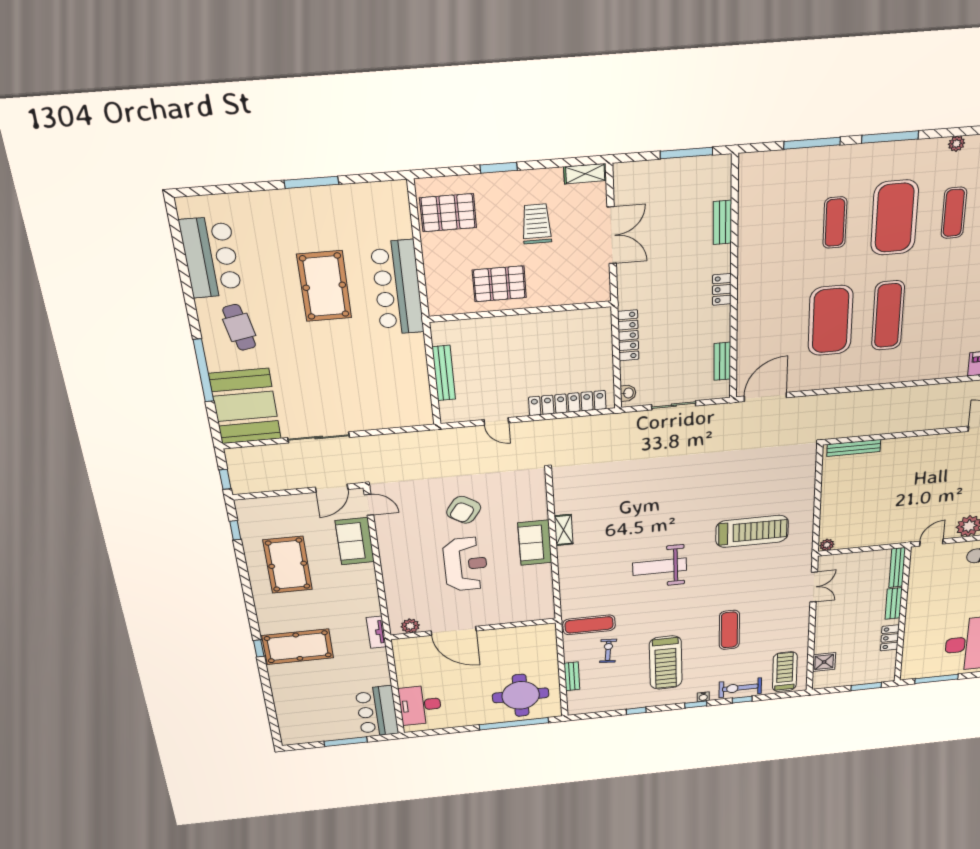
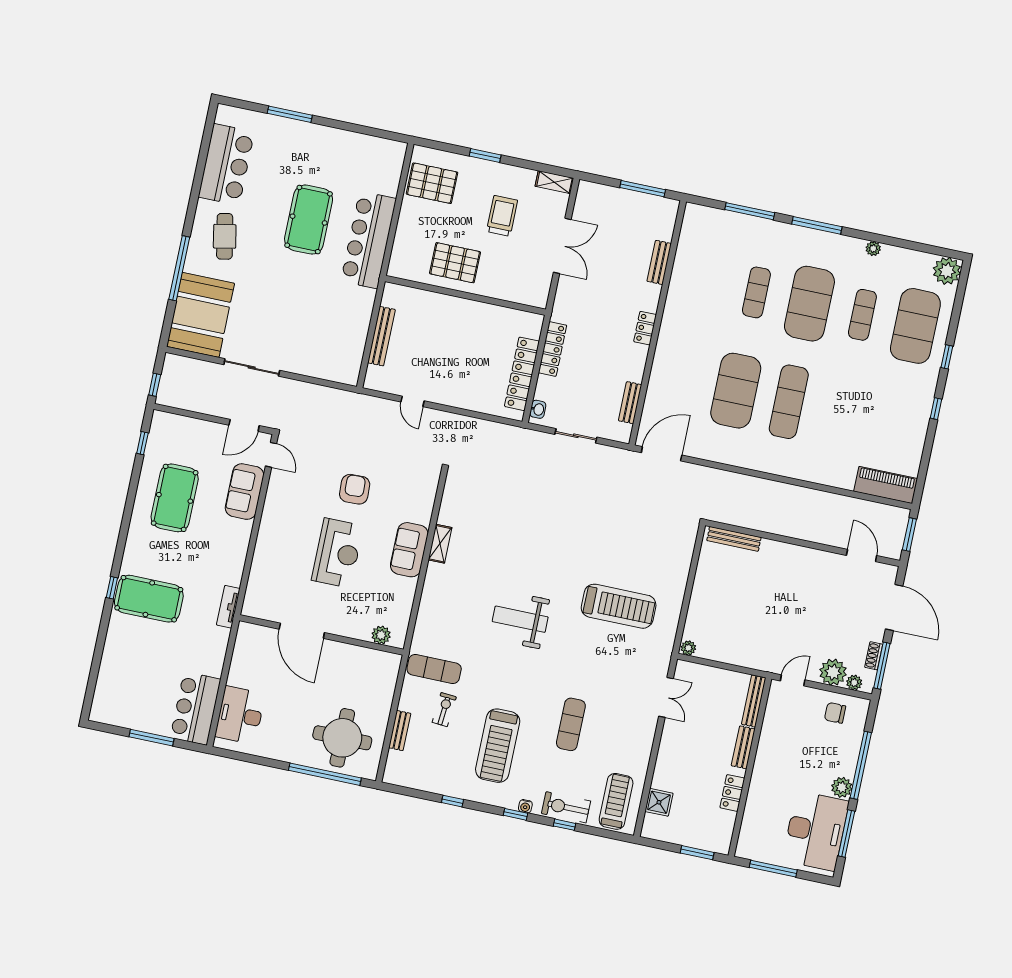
window: (311, 182) -> (290, 114), moved
locker: (567, 403) -> (522, 374), moved, turned -90
armchair: (464, 510) -> (355, 489), turned 144
plant: (410, 626) -> (381, 635), moved

